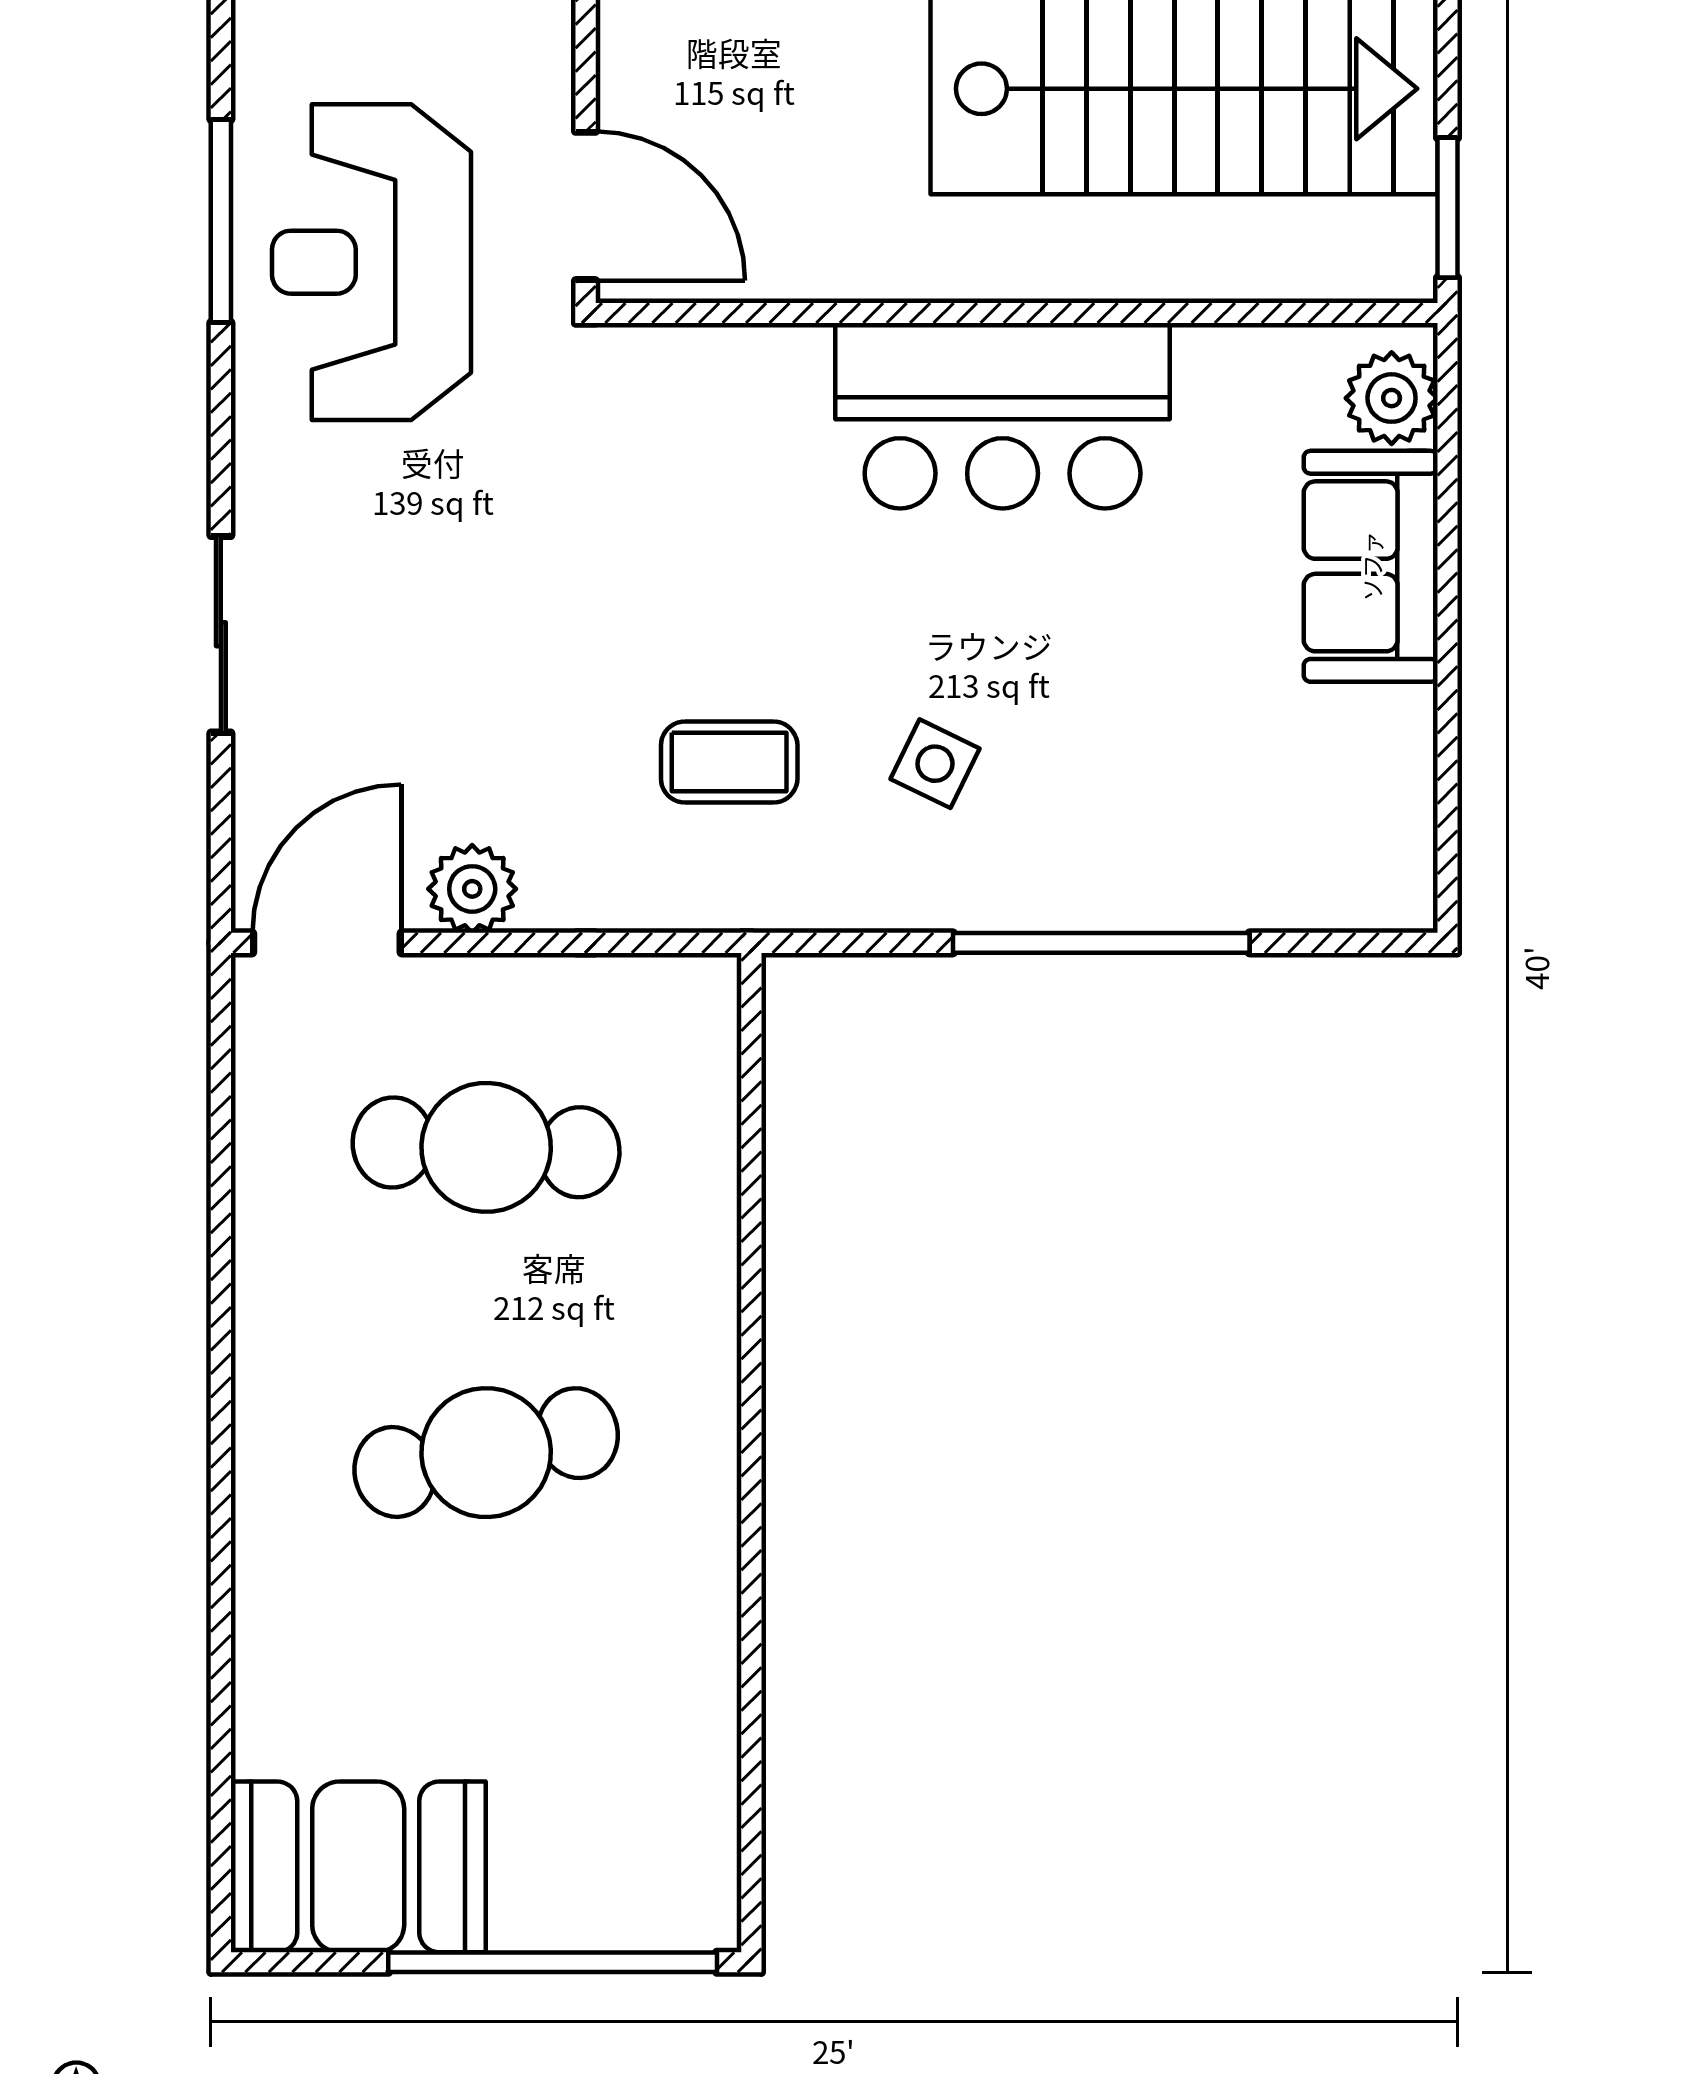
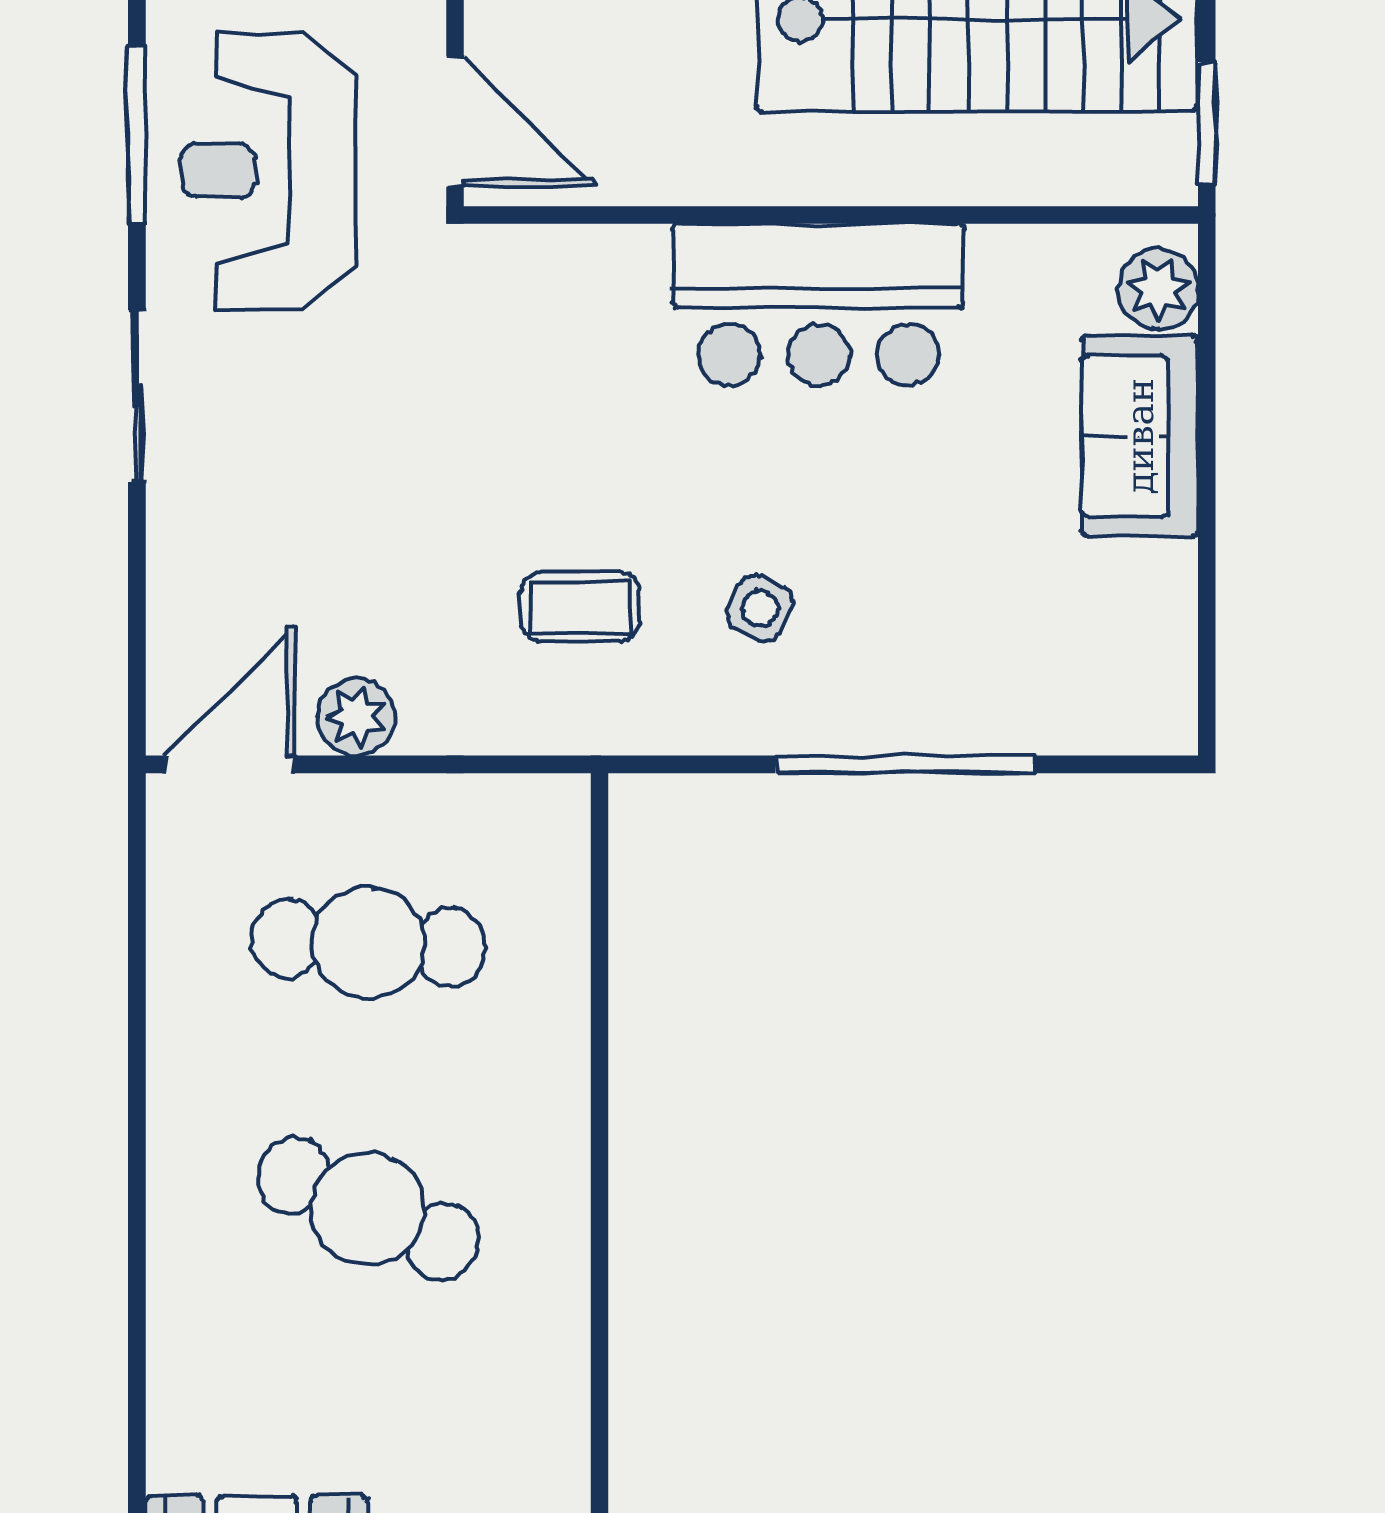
sliding door: (221, 634) -> (137, 396), moved
cafe table: (486, 1453) -> (368, 1209), turned 36

